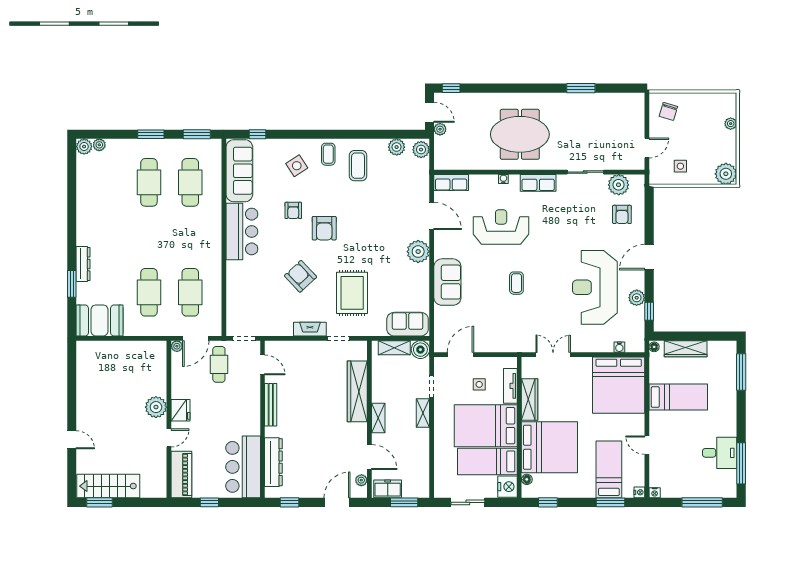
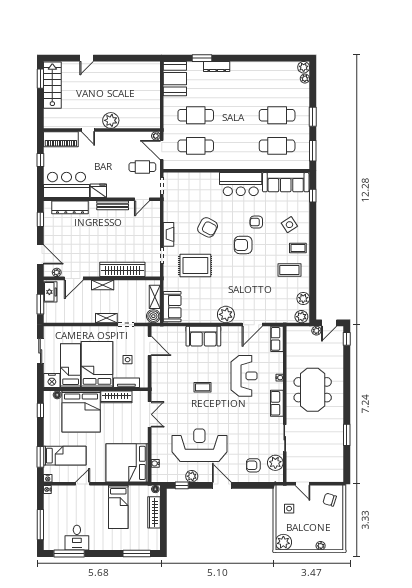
armchair: (301, 276) -> (208, 227), turned 71
fridge: (181, 410) -> (98, 191), moved, turned 180

